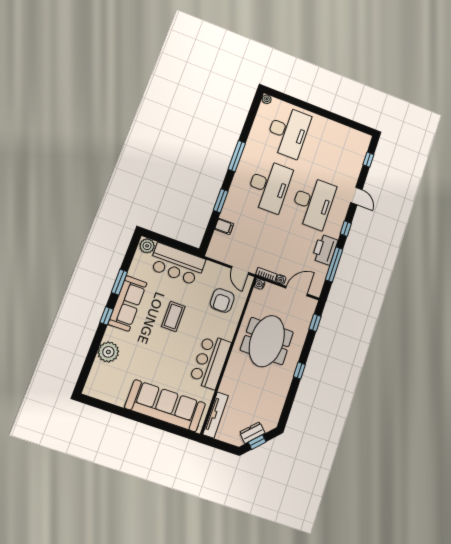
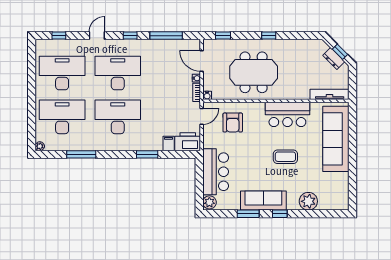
desk: (331, 149) -> (62, 73), added
window: (237, 156) -> (81, 154), moved
printer: (325, 250) -> (188, 142), moved, turned 180
armchair: (222, 300) -> (233, 123), turned 90
coffee table: (173, 316) -> (285, 157), moved

